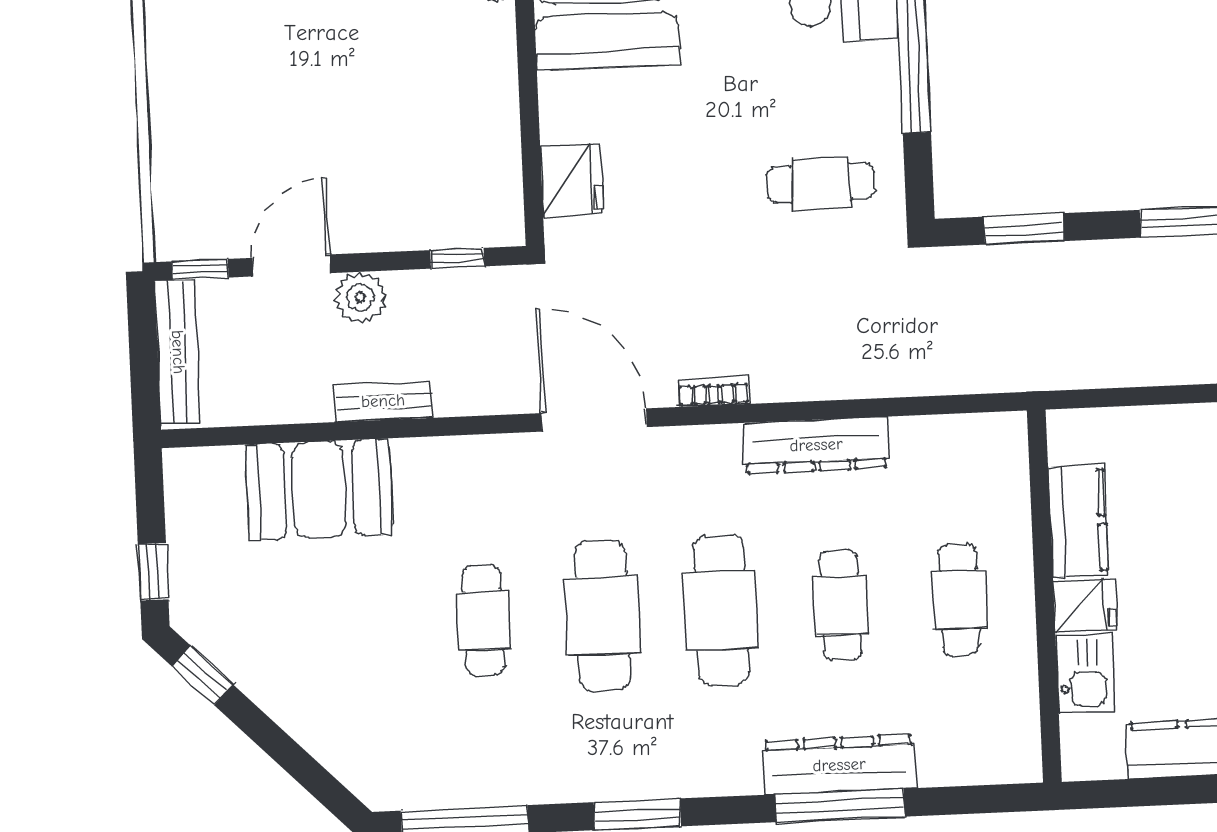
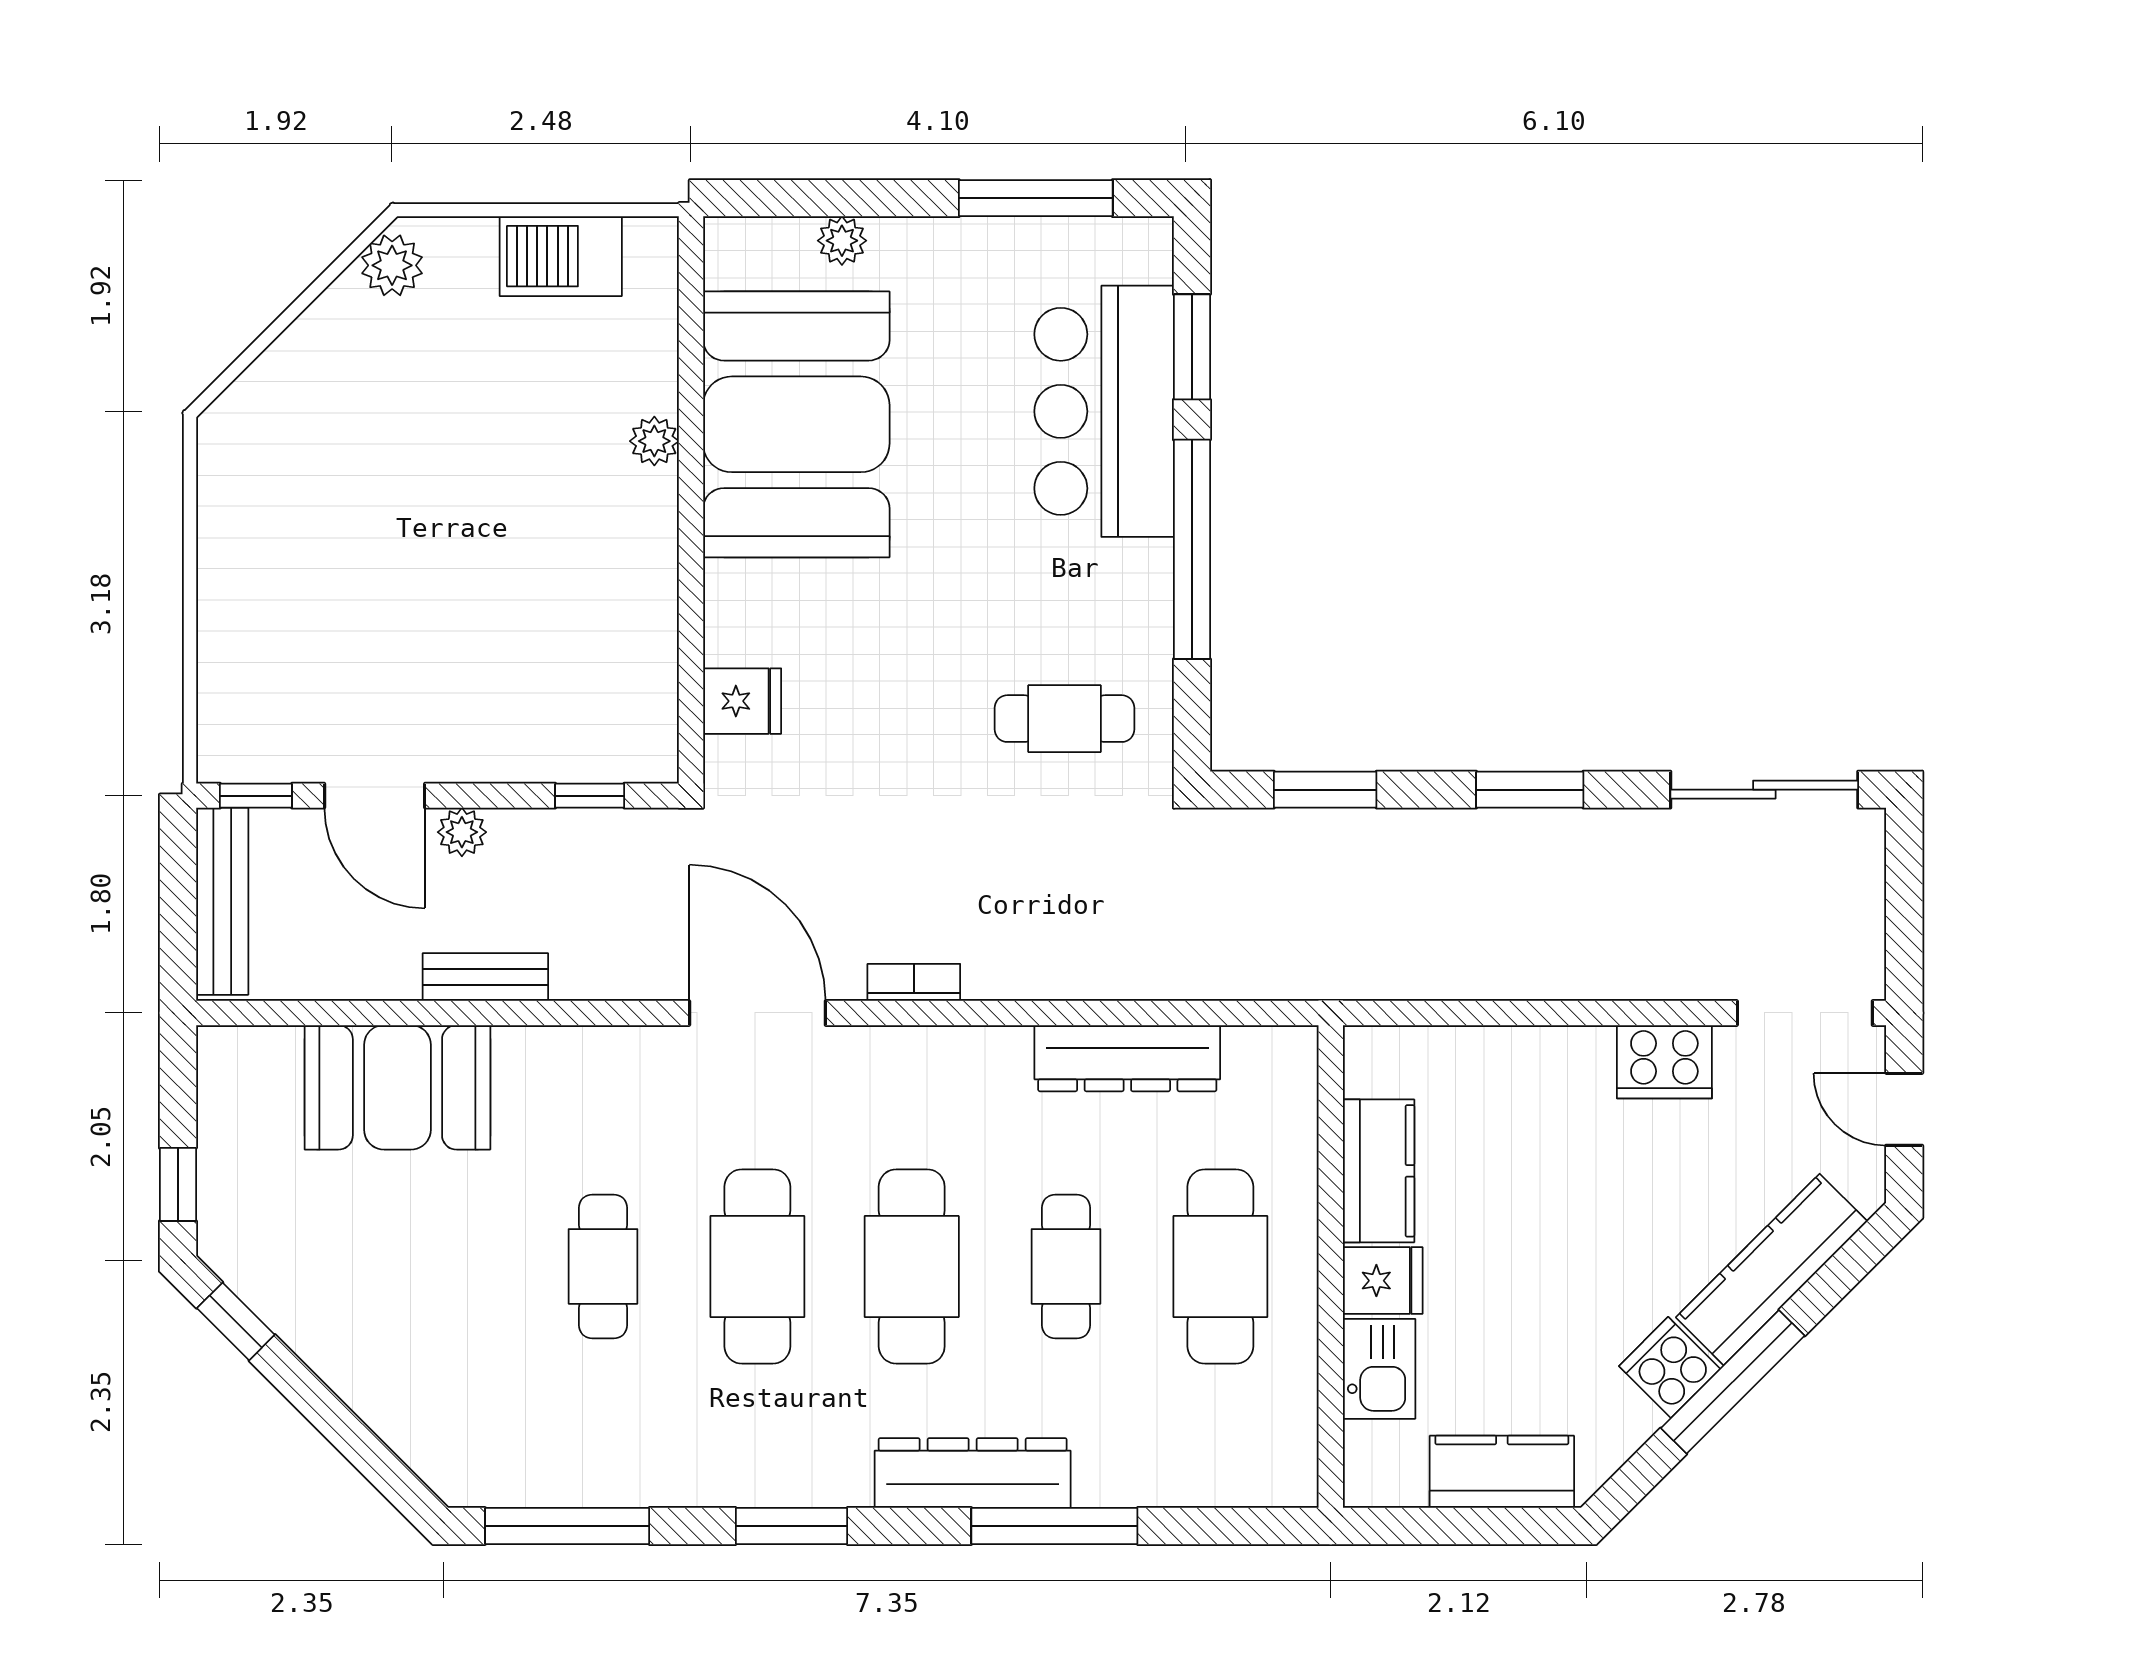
fridge: (572, 180) -> (742, 701), width x0.72
door: (292, 265) -> (375, 796), swing flipped
plant: (360, 298) -> (462, 832), width x0.73, depth x0.73
dresser: (816, 445) -> (1127, 1058), moved
cafe table: (959, 600) -> (1220, 1266), width x1.37, depth x1.35
dresser: (839, 765) -> (973, 1473), moved

